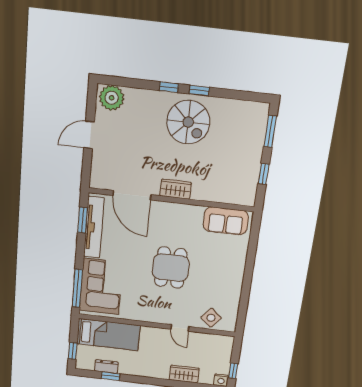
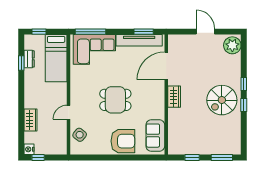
armchair: (227, 264) -> (123, 141), added

